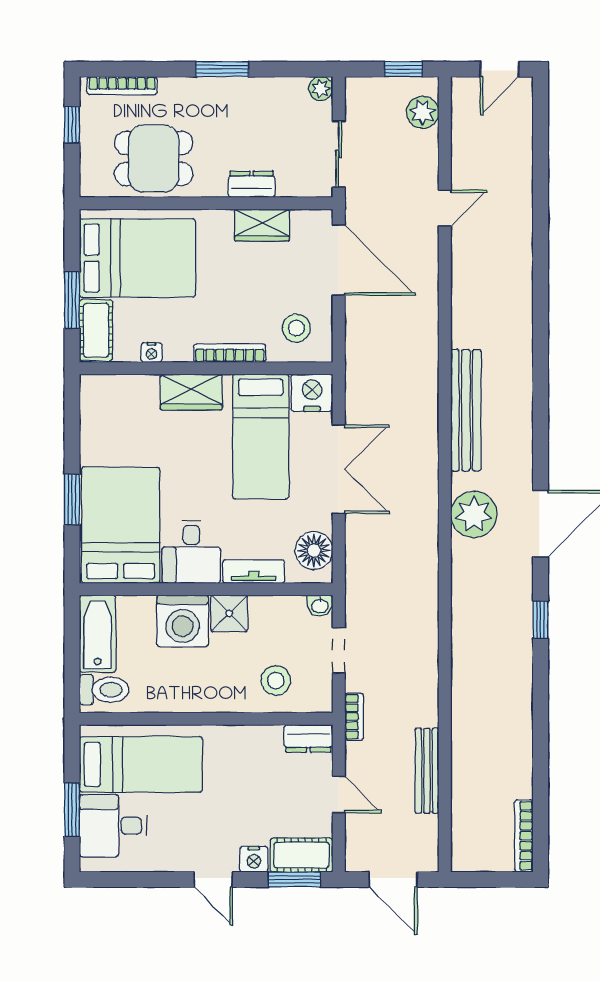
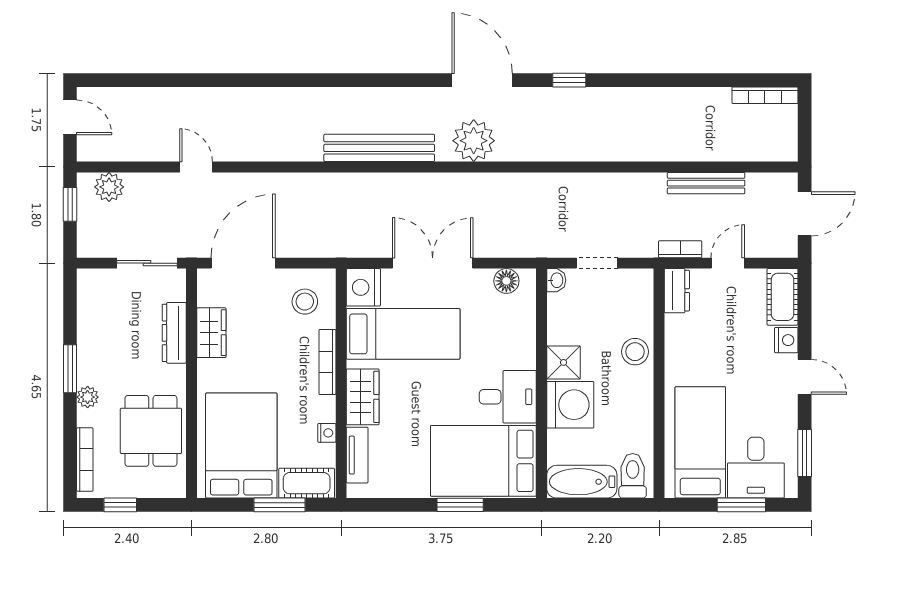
plant: (321, 89) -> (88, 397), moved
dresser: (252, 184) -> (174, 333), width x1.44
floor lamp: (314, 551) -> (506, 281), width x0.73, depth x0.73
tv unit: (254, 572) -> (357, 455), moved, turned 180
stool: (276, 681) -> (635, 352), moved
bookcase: (354, 717) -> (680, 249), moved
door: (213, 879) -> (805, 377), hinge flipped
window: (294, 879) -> (805, 453), moved

